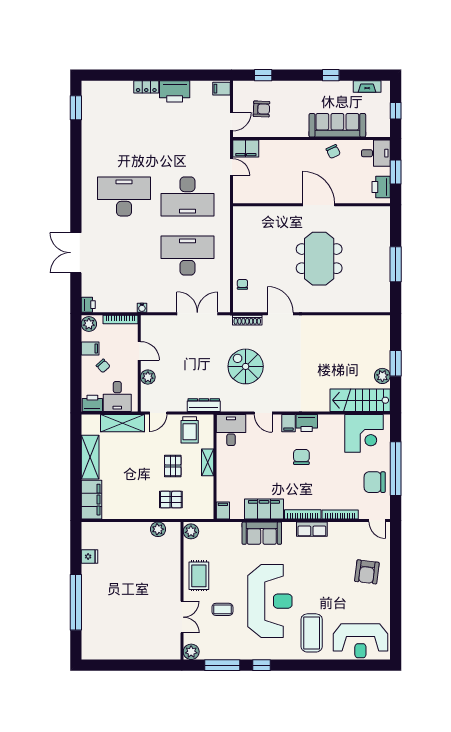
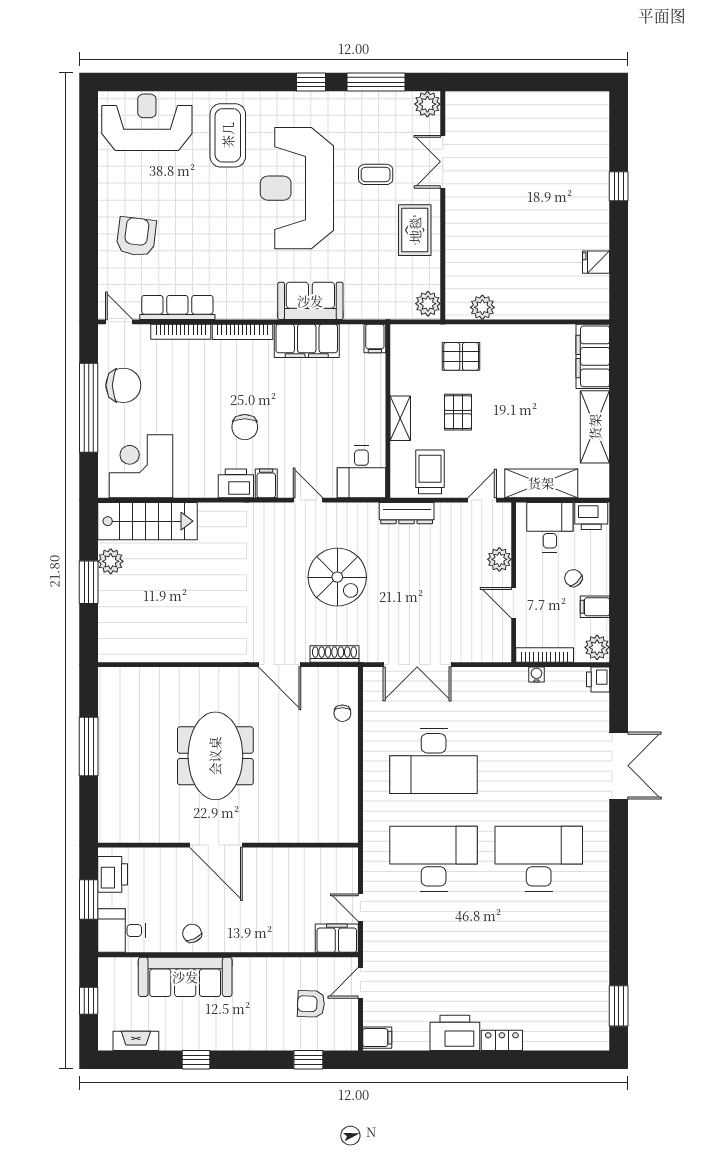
desk: (124, 196) -> (539, 859), turned 180
water cooler: (142, 308) -> (536, 675), moved
row of seats: (312, 529) -> (177, 307), moved, width x1.48
window: (76, 602) -> (619, 186), width x0.32

